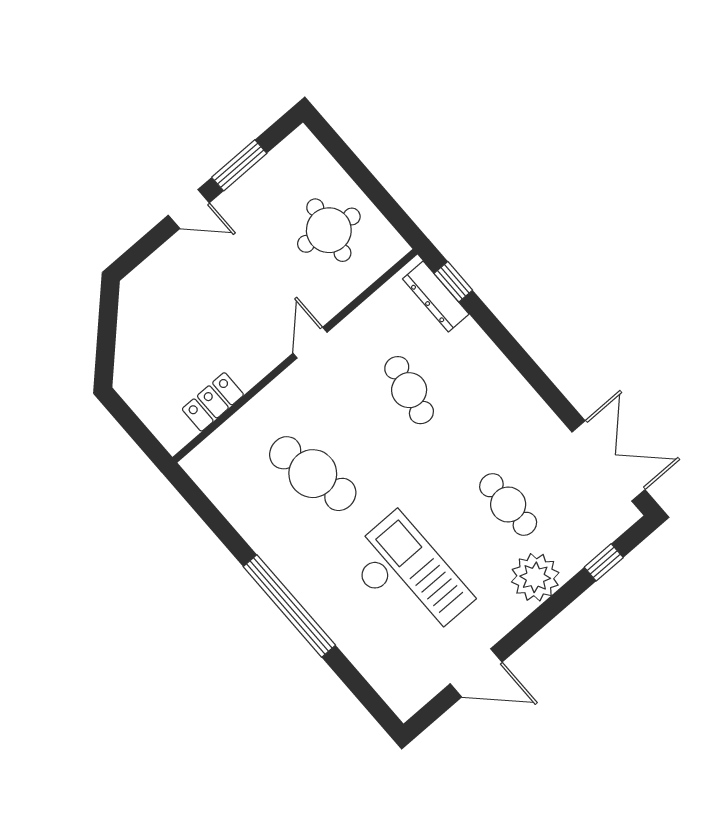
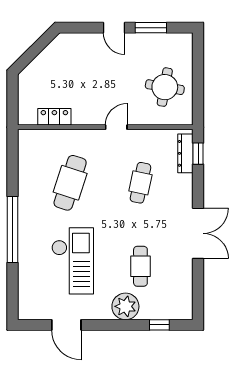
double door: (608, 461) -> (198, 233), moved
cafe table: (313, 474) -> (70, 183), turned 30

